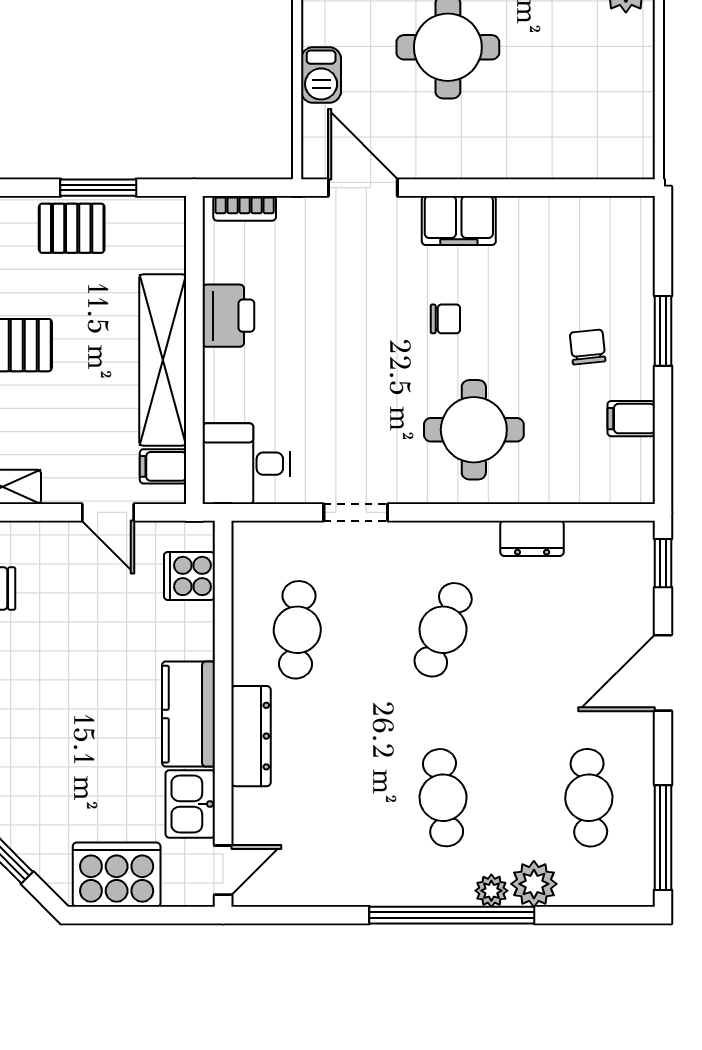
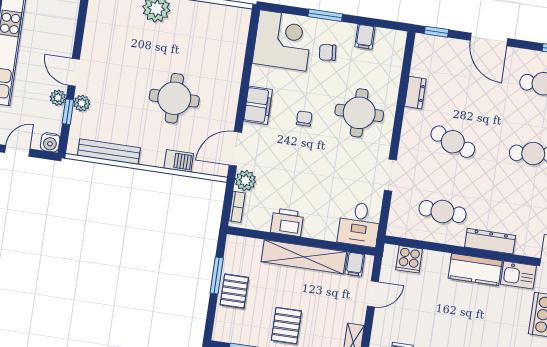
plant: (301, 218) -> (245, 181), added
corner desk: (599, 252) -> (283, 40), added

